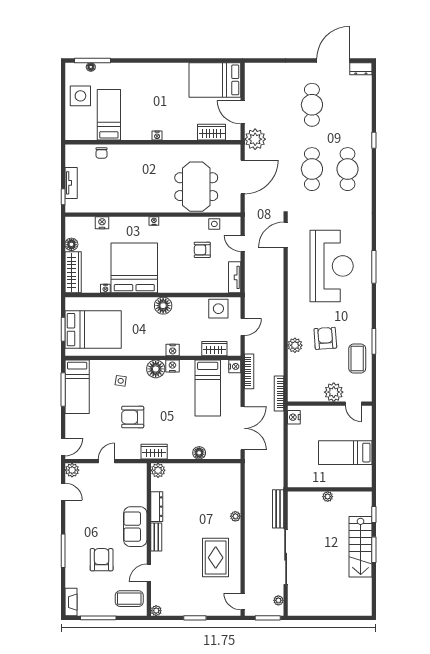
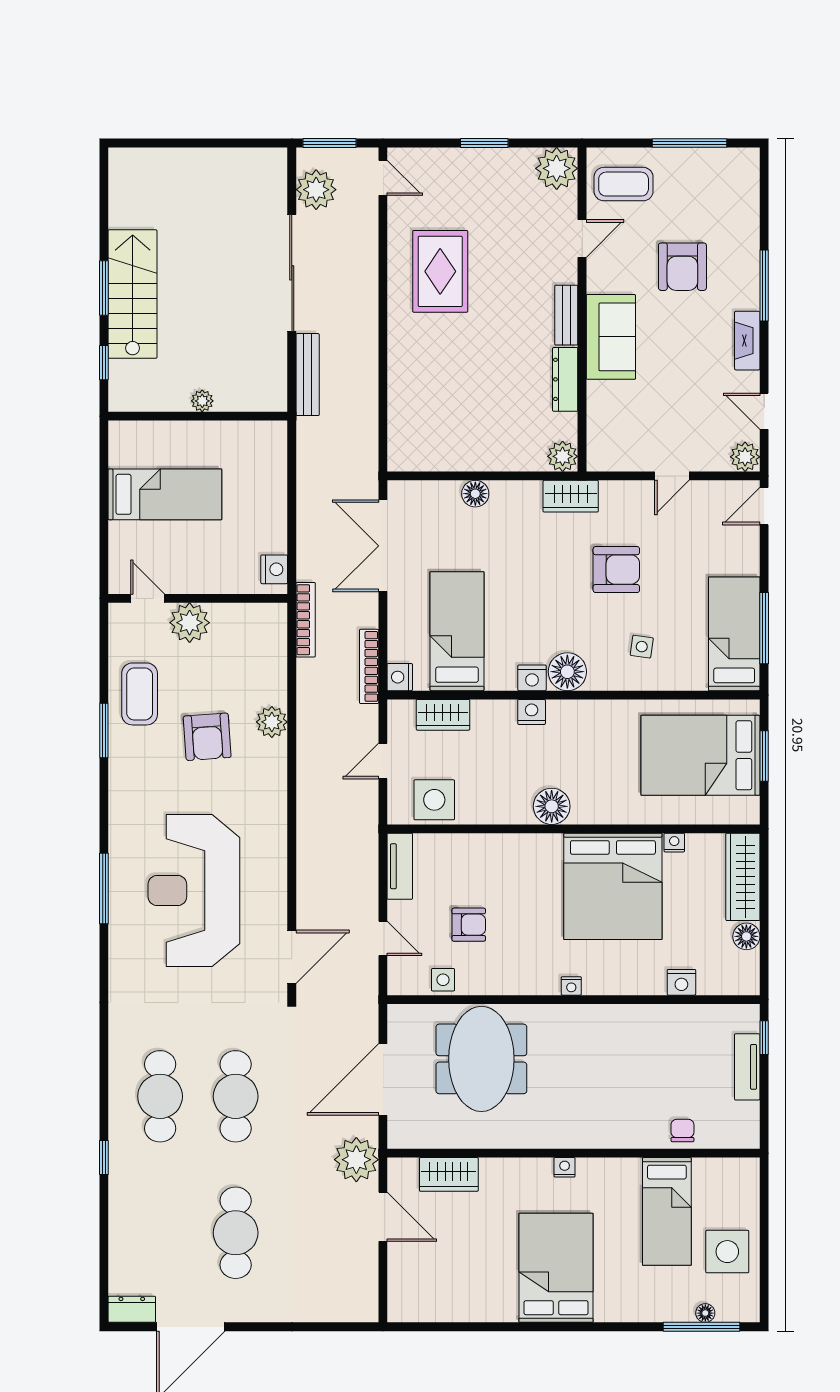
bed: (215, 80) -> (556, 1268), moved, turned -90
plant: (235, 516) -> (398, 359), removed
plant: (278, 600) -> (316, 190), width x1.87, depth x1.87
fireplace: (71, 602) -> (747, 341), moved
plant: (156, 611) -> (557, 168), width x1.88, depth x1.88

